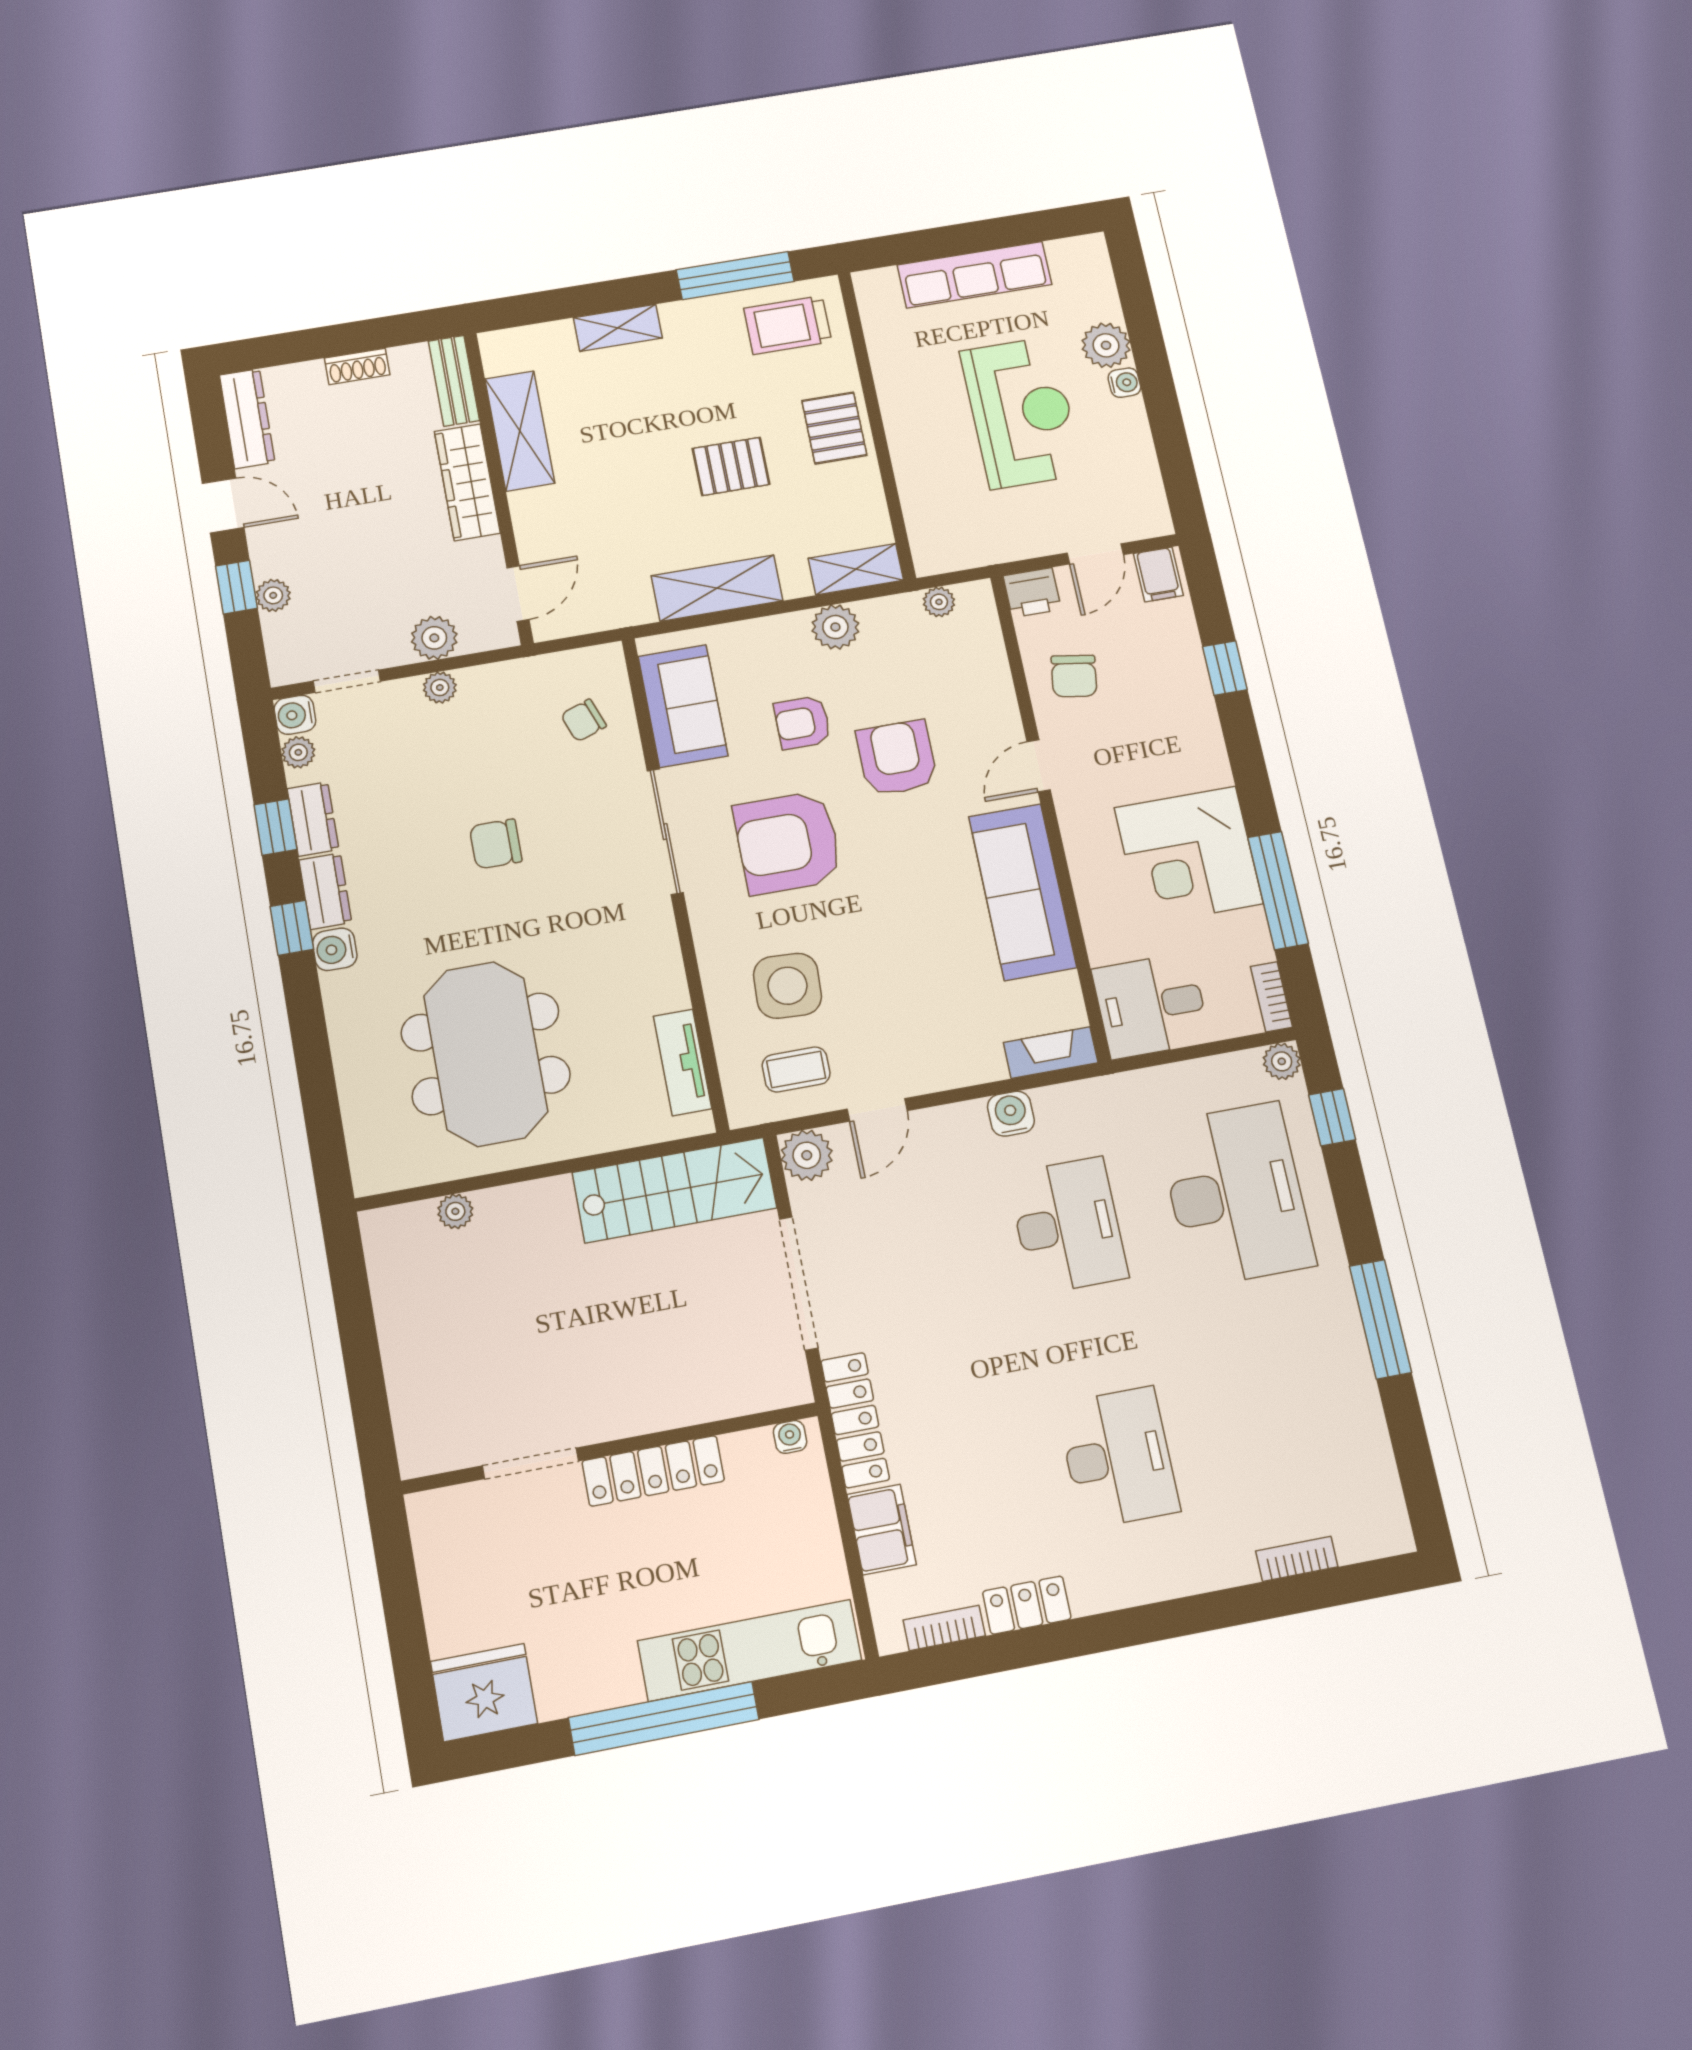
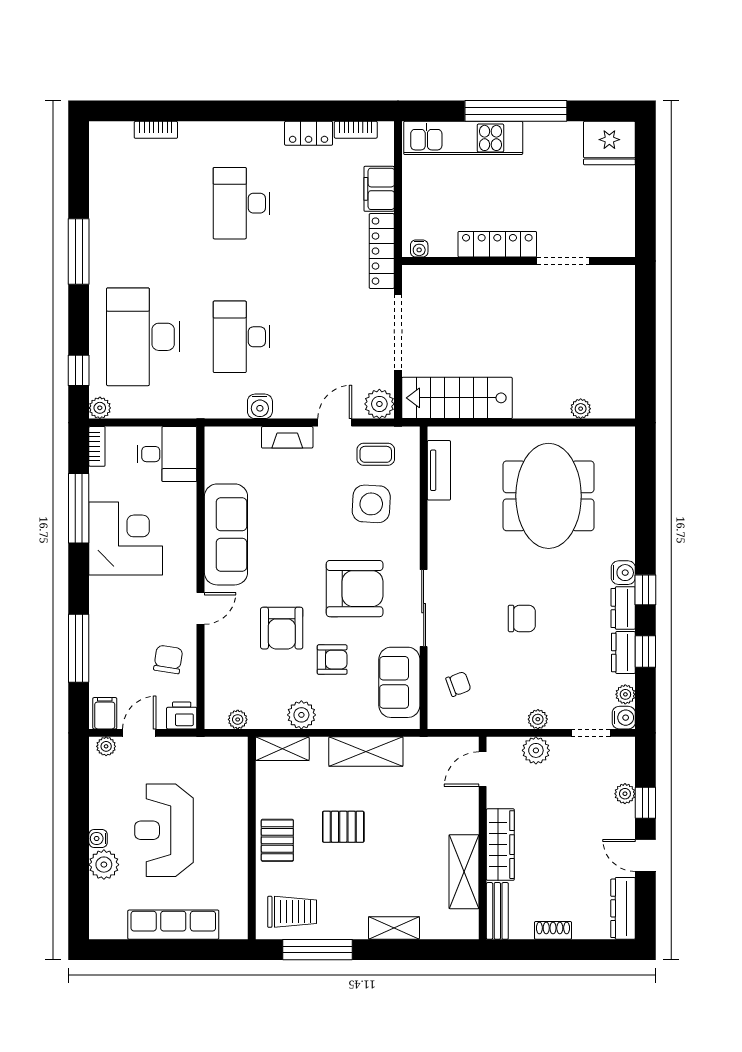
plant: (1144, 524) -> (106, 746), added
window: (1225, 668) -> (79, 648), width x2.17
fireplace: (1051, 1053) -> (287, 437), moved

